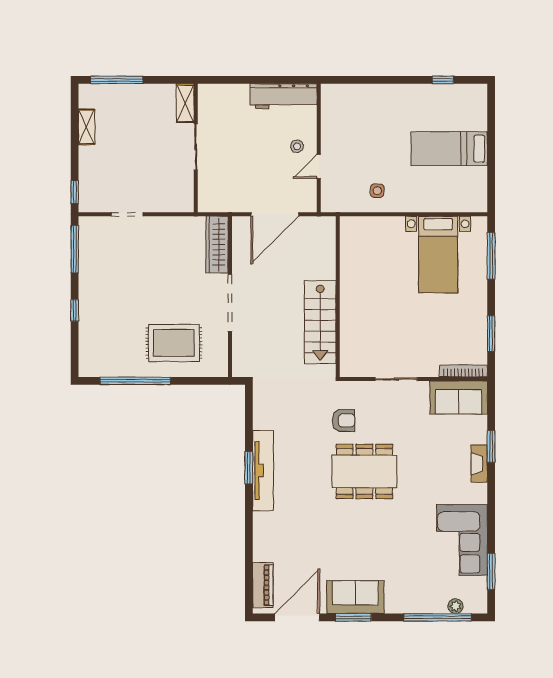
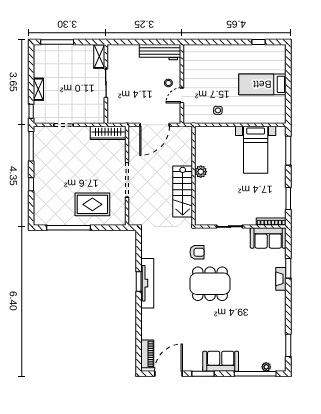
shelving: (87, 127) -> (38, 89), moved
wardrobe: (217, 245) -> (108, 133), moved, turned -90
plant: (349, 290) -> (201, 172), added
corner sofa: (462, 540) -> (270, 326), removed
sofa: (355, 597) -> (221, 361), moved

